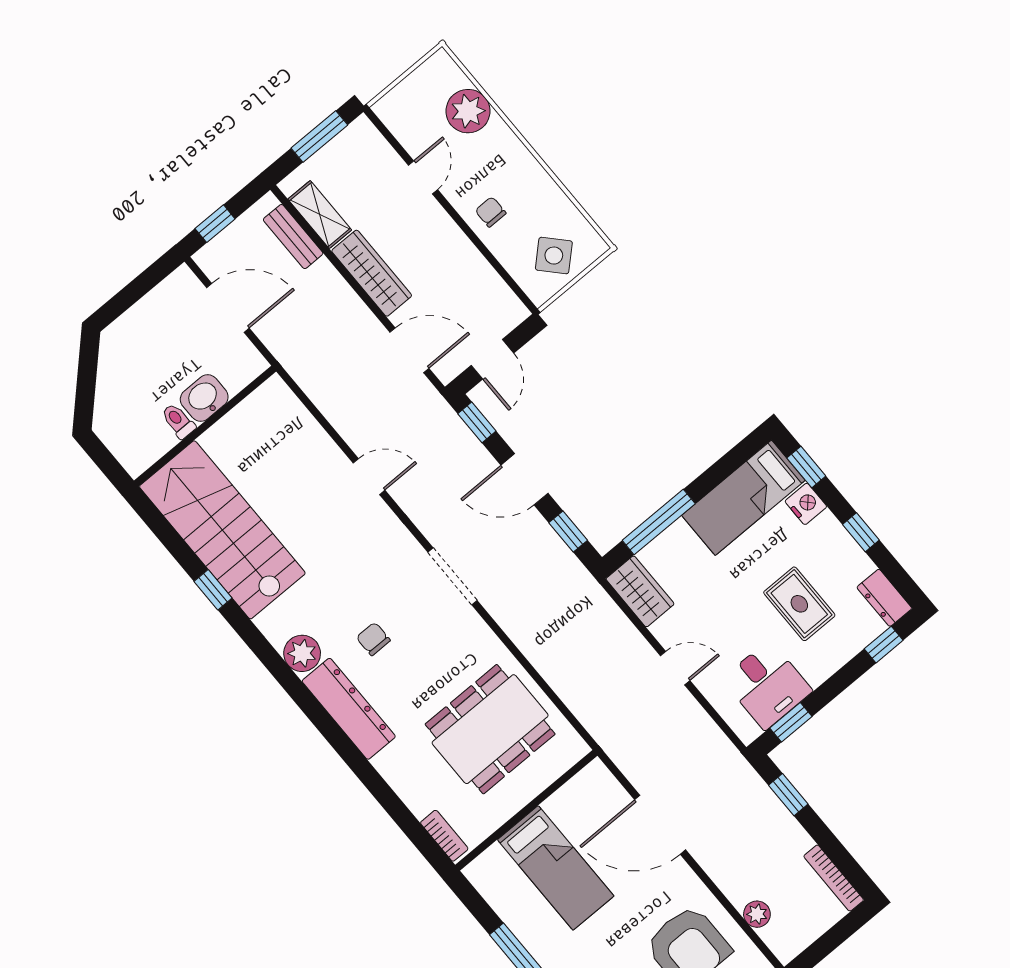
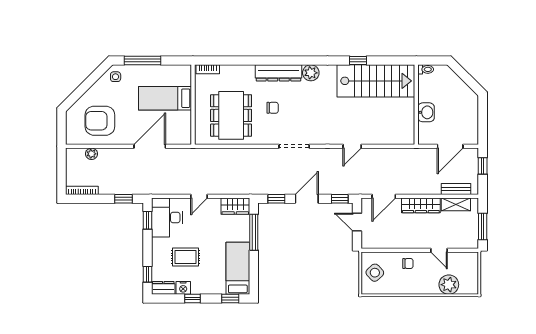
toilet: (178, 421) -> (426, 69), moved
nightstand: (806, 504) -> (183, 288), moved
chair: (373, 639) -> (273, 108), moved
desk: (767, 685) -> (167, 218), width x1.37

